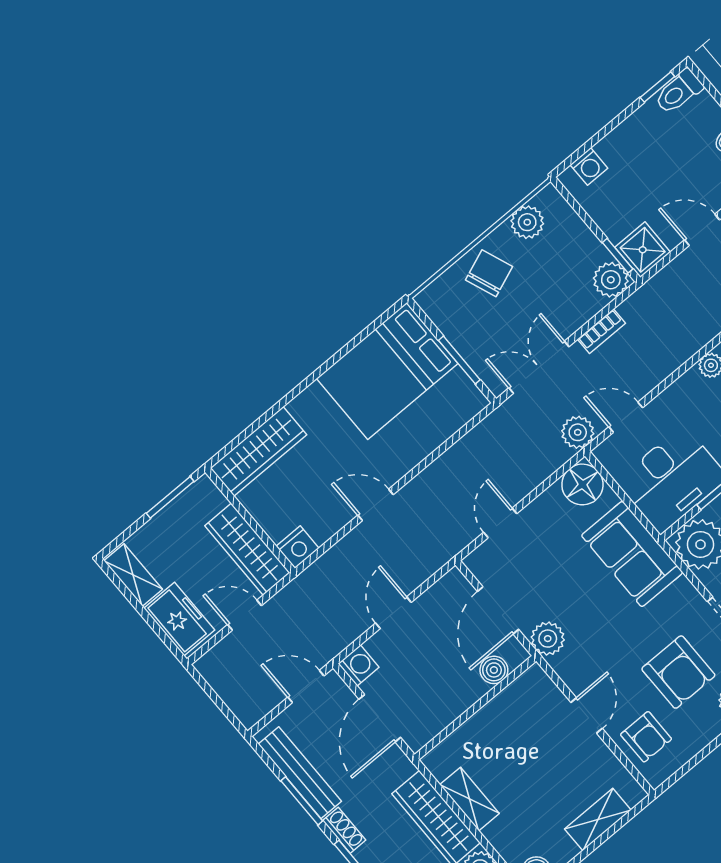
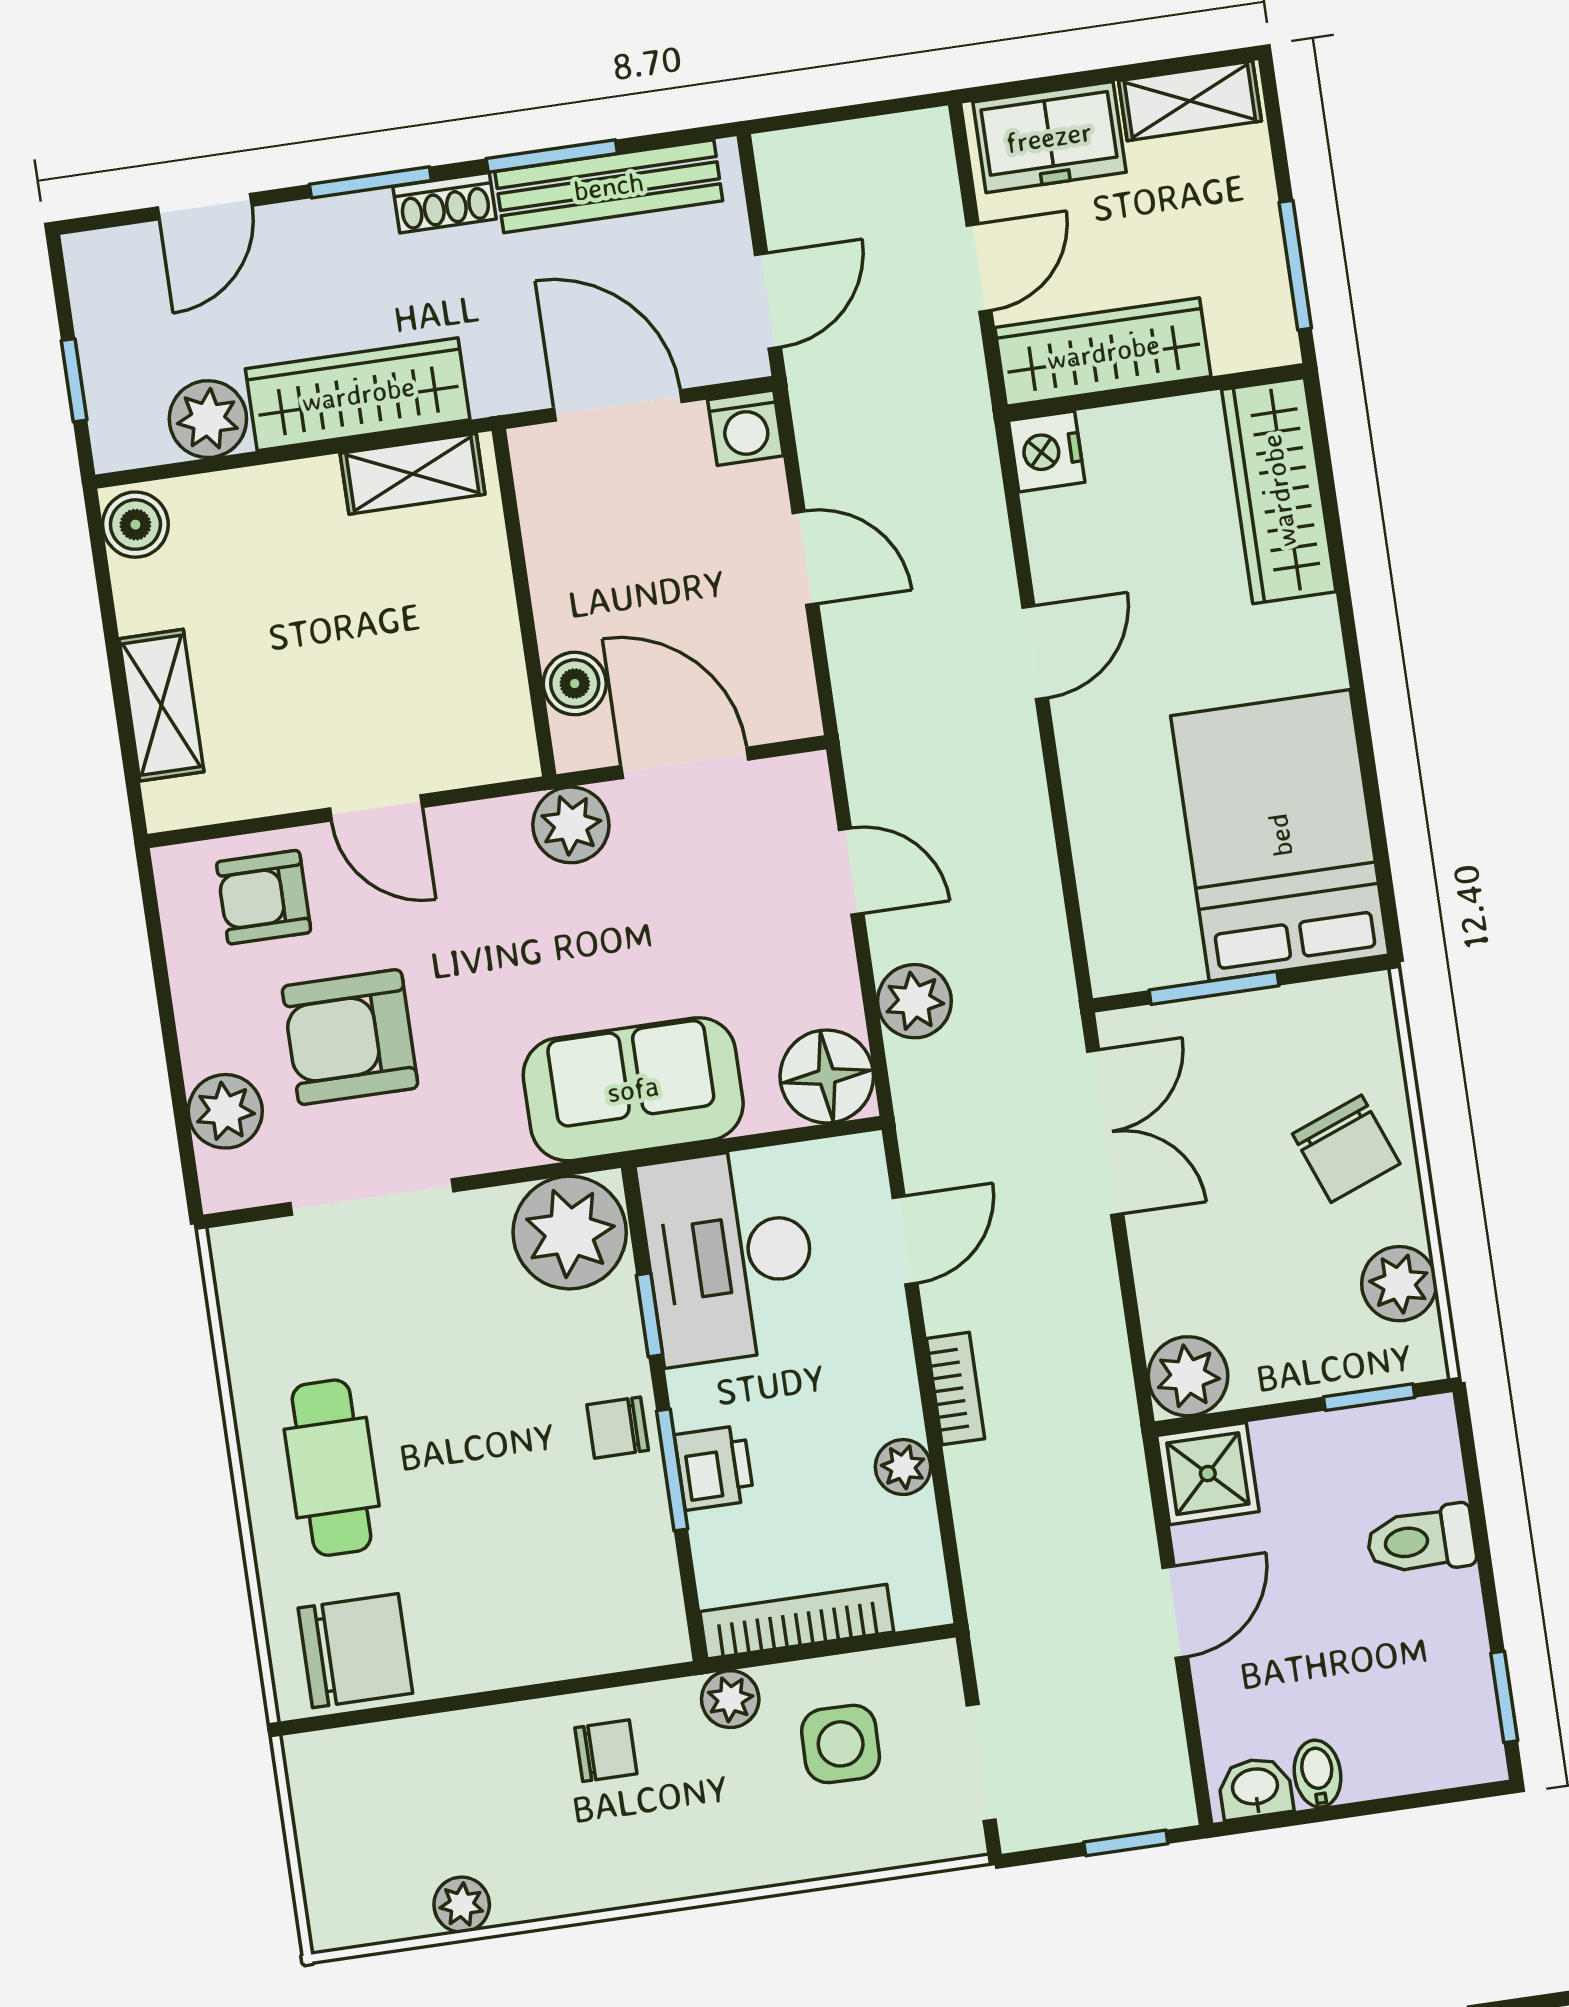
toilet: (679, 92) -> (1421, 1540), moved, turned -90
washing machine: (589, 166) -> (1433, 1470), removed
window: (618, 256) -> (1369, 1397), moved
bookcase: (601, 331) -> (956, 1389), moved, turned 180
plant: (578, 432) -> (914, 1001), moved
shelving: (470, 799) -> (413, 474), moved

